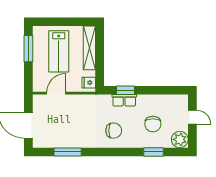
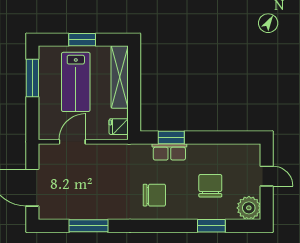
window: (63, 22) -> (82, 40), added
chair: (153, 124) -> (210, 186), turned 180

